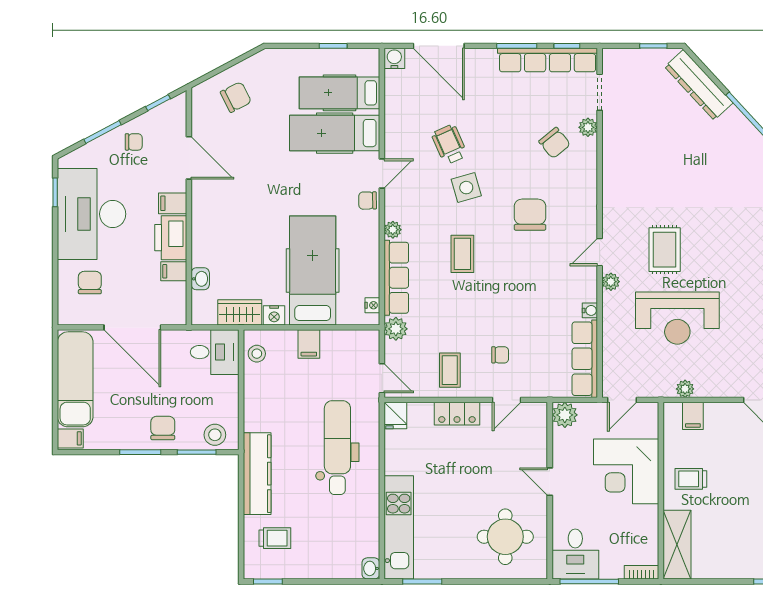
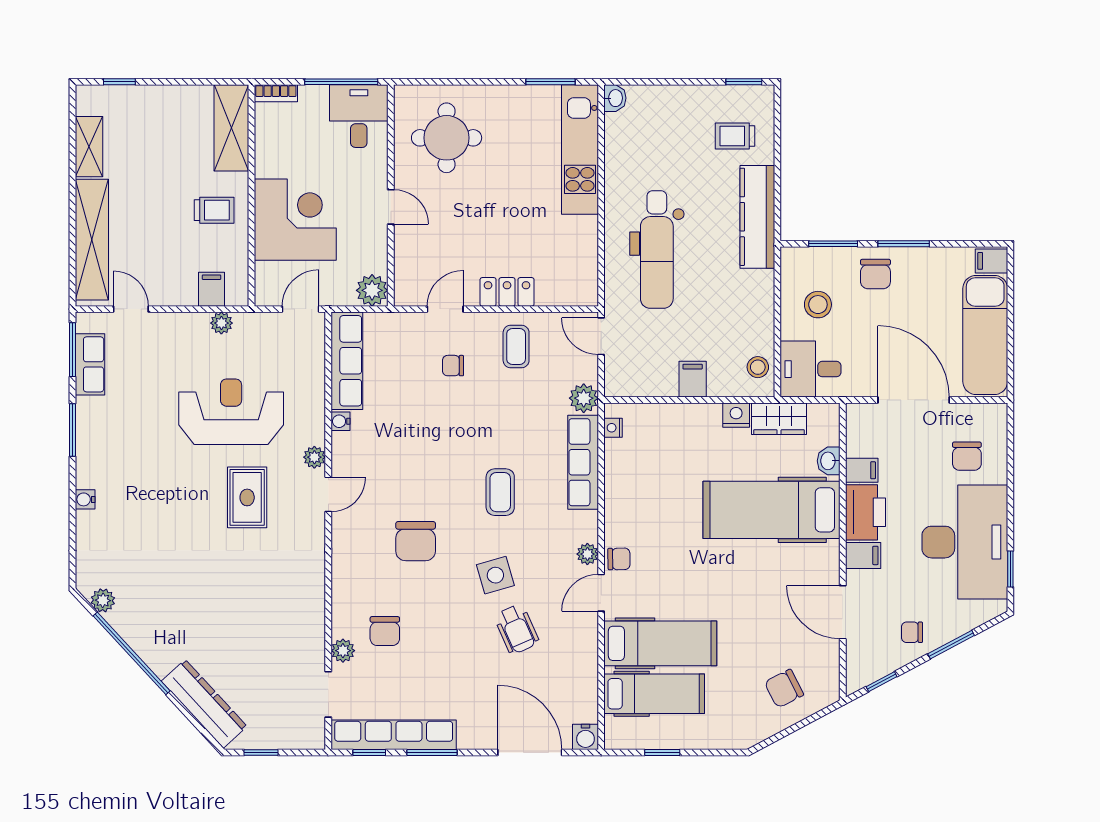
chair: (555, 143) -> (385, 631), turned -141
plant: (393, 230) -> (587, 554), moved
hospital bed: (313, 270) -> (771, 510), moved, turned 90
fridge: (395, 416) -> (584, 290), removed
stool: (215, 435) -> (818, 305), moved

